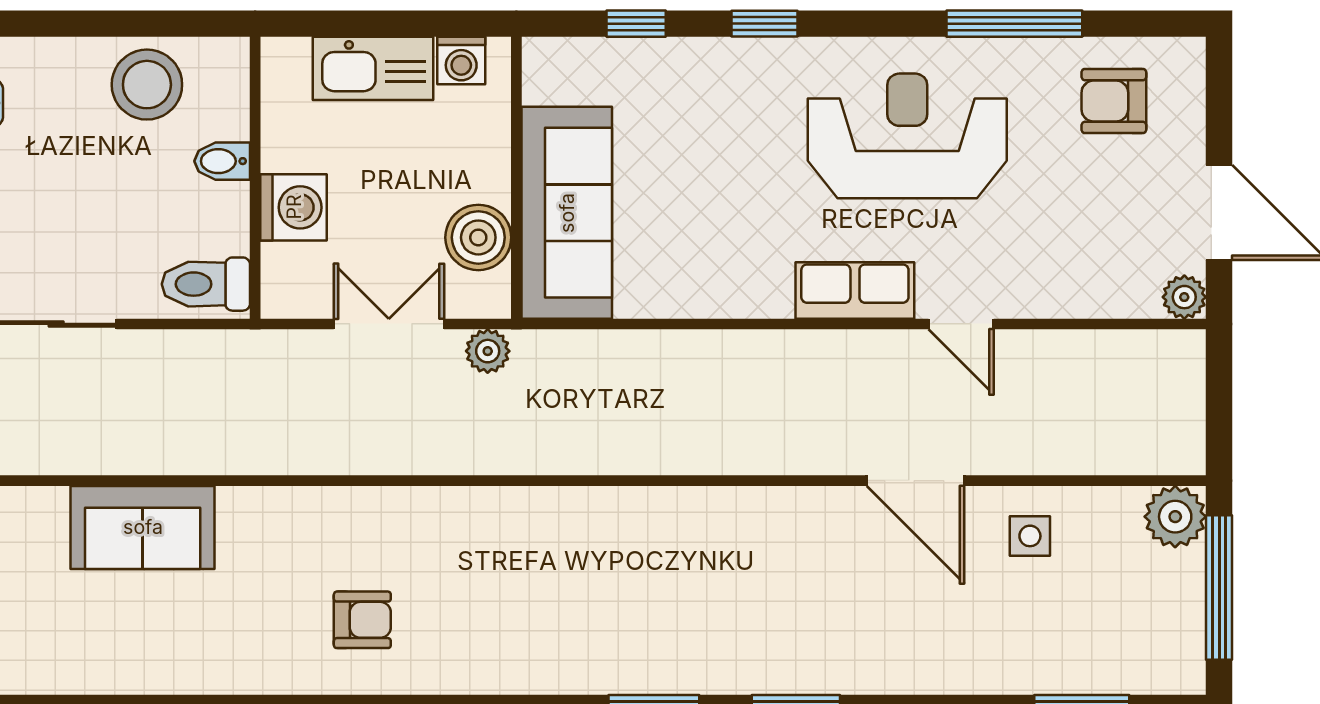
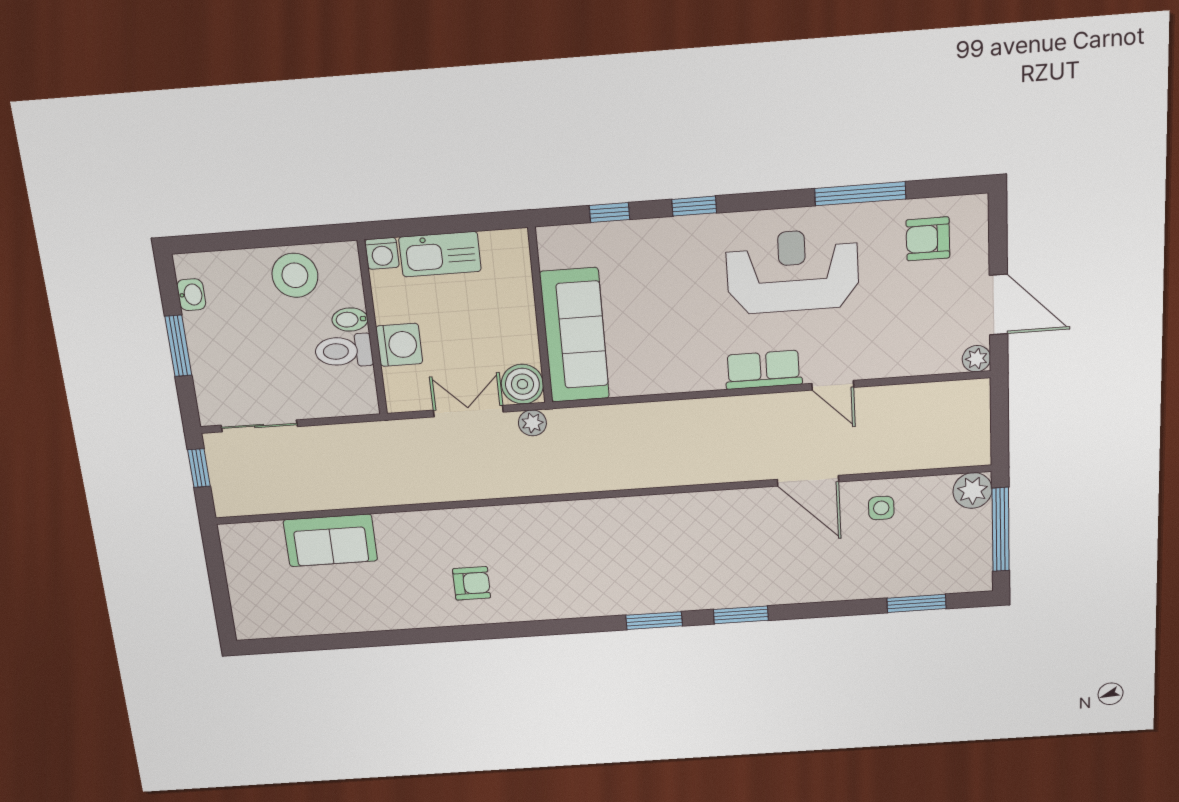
washing machine: (461, 60) -> (382, 253), moved
boiler: (478, 237) -> (522, 384), moved
toilet: (206, 284) -> (344, 351), moved

